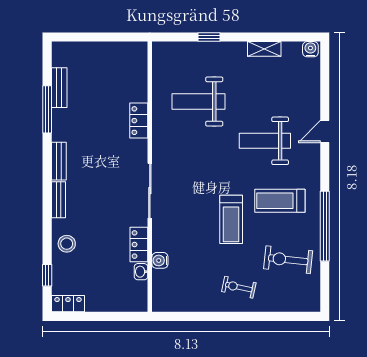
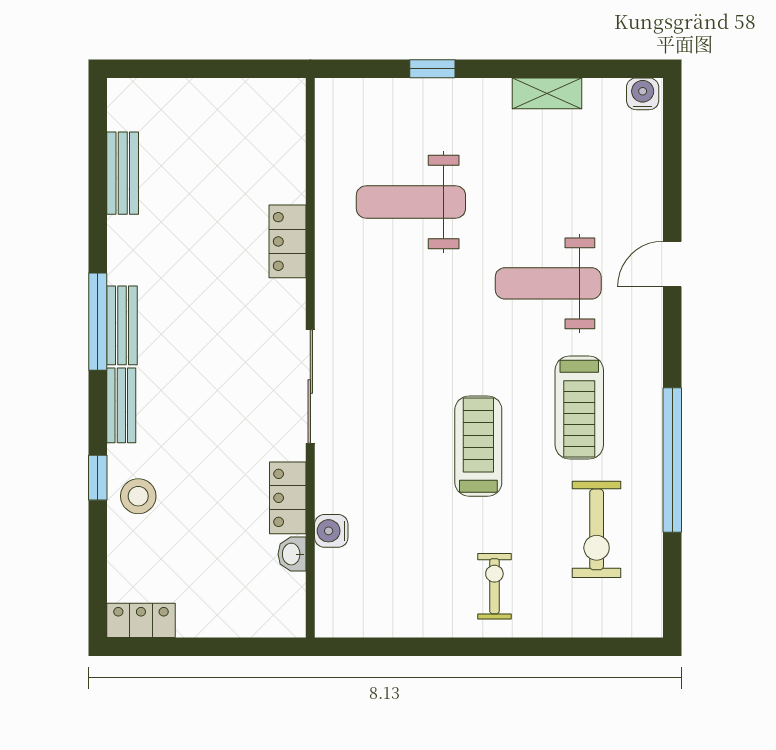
window: (47, 109) -> (98, 322), moved
treadmill: (280, 201) -> (579, 408), turned -90
treadmill: (231, 219) -> (478, 446), turned 180
exercise bike: (288, 260) -> (597, 529), turned -96
window: (47, 275) -> (98, 478), moved
exercise bike: (239, 287) -> (494, 586), turned 78

